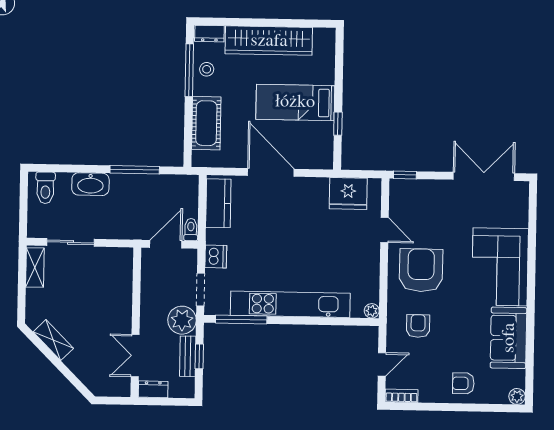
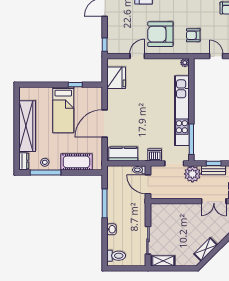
washbasin: (90, 184) -> (111, 229), width x0.52, depth x0.69

